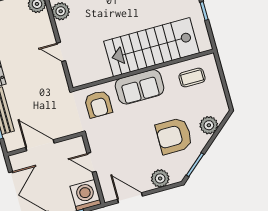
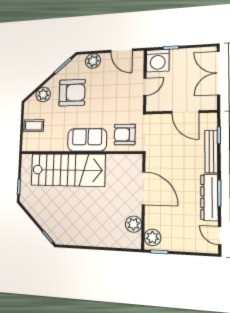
door: (61, 52) -> (143, 188), width x1.88
coffee table: (192, 78) -> (34, 126), moved
armchair: (98, 104) -> (125, 135), turned -90
door: (92, 162) -> (145, 87), hinge flipped

